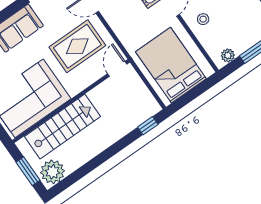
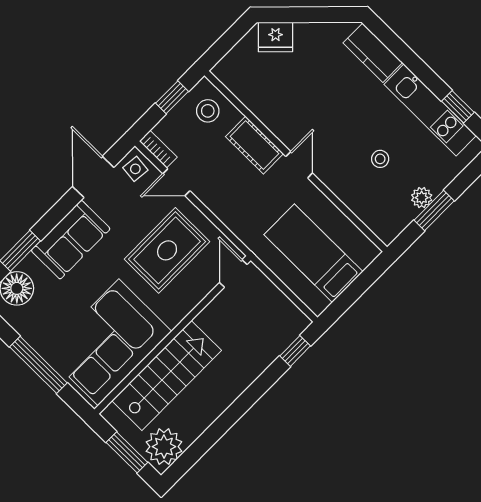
stool: (203, 19) -> (380, 159), moved
plant: (228, 55) -> (422, 198), moved
bed: (171, 65) -> (313, 253), width x0.67

